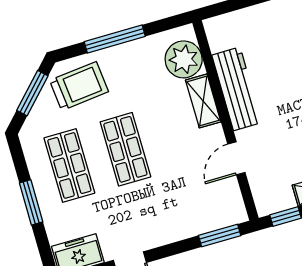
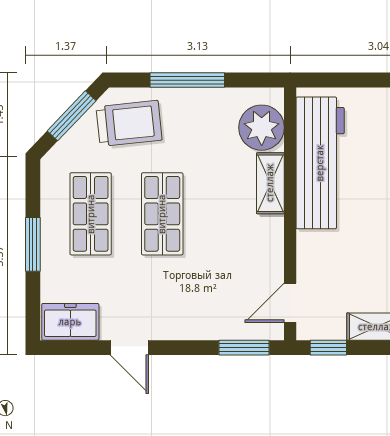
workbench: (237, 89) -> (320, 163), width x1.36, depth x1.32
door: (236, 158) -> (290, 303), moved

